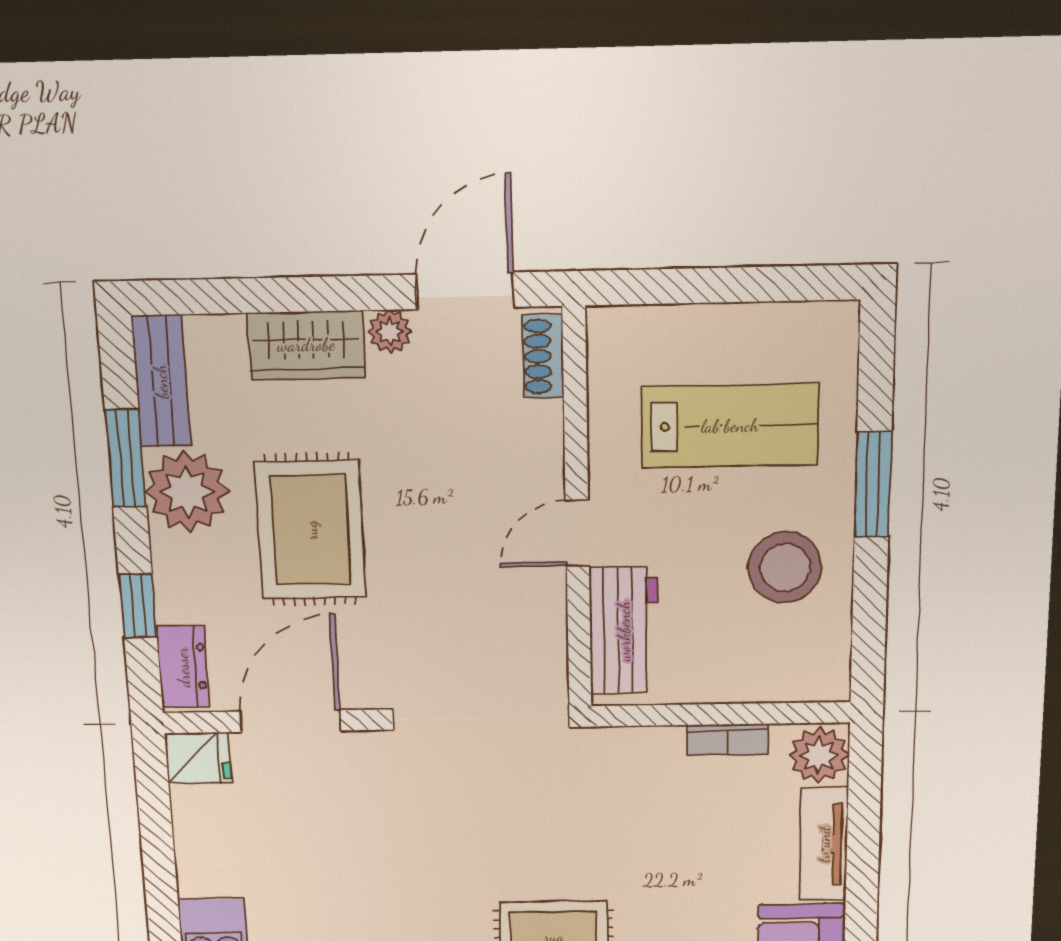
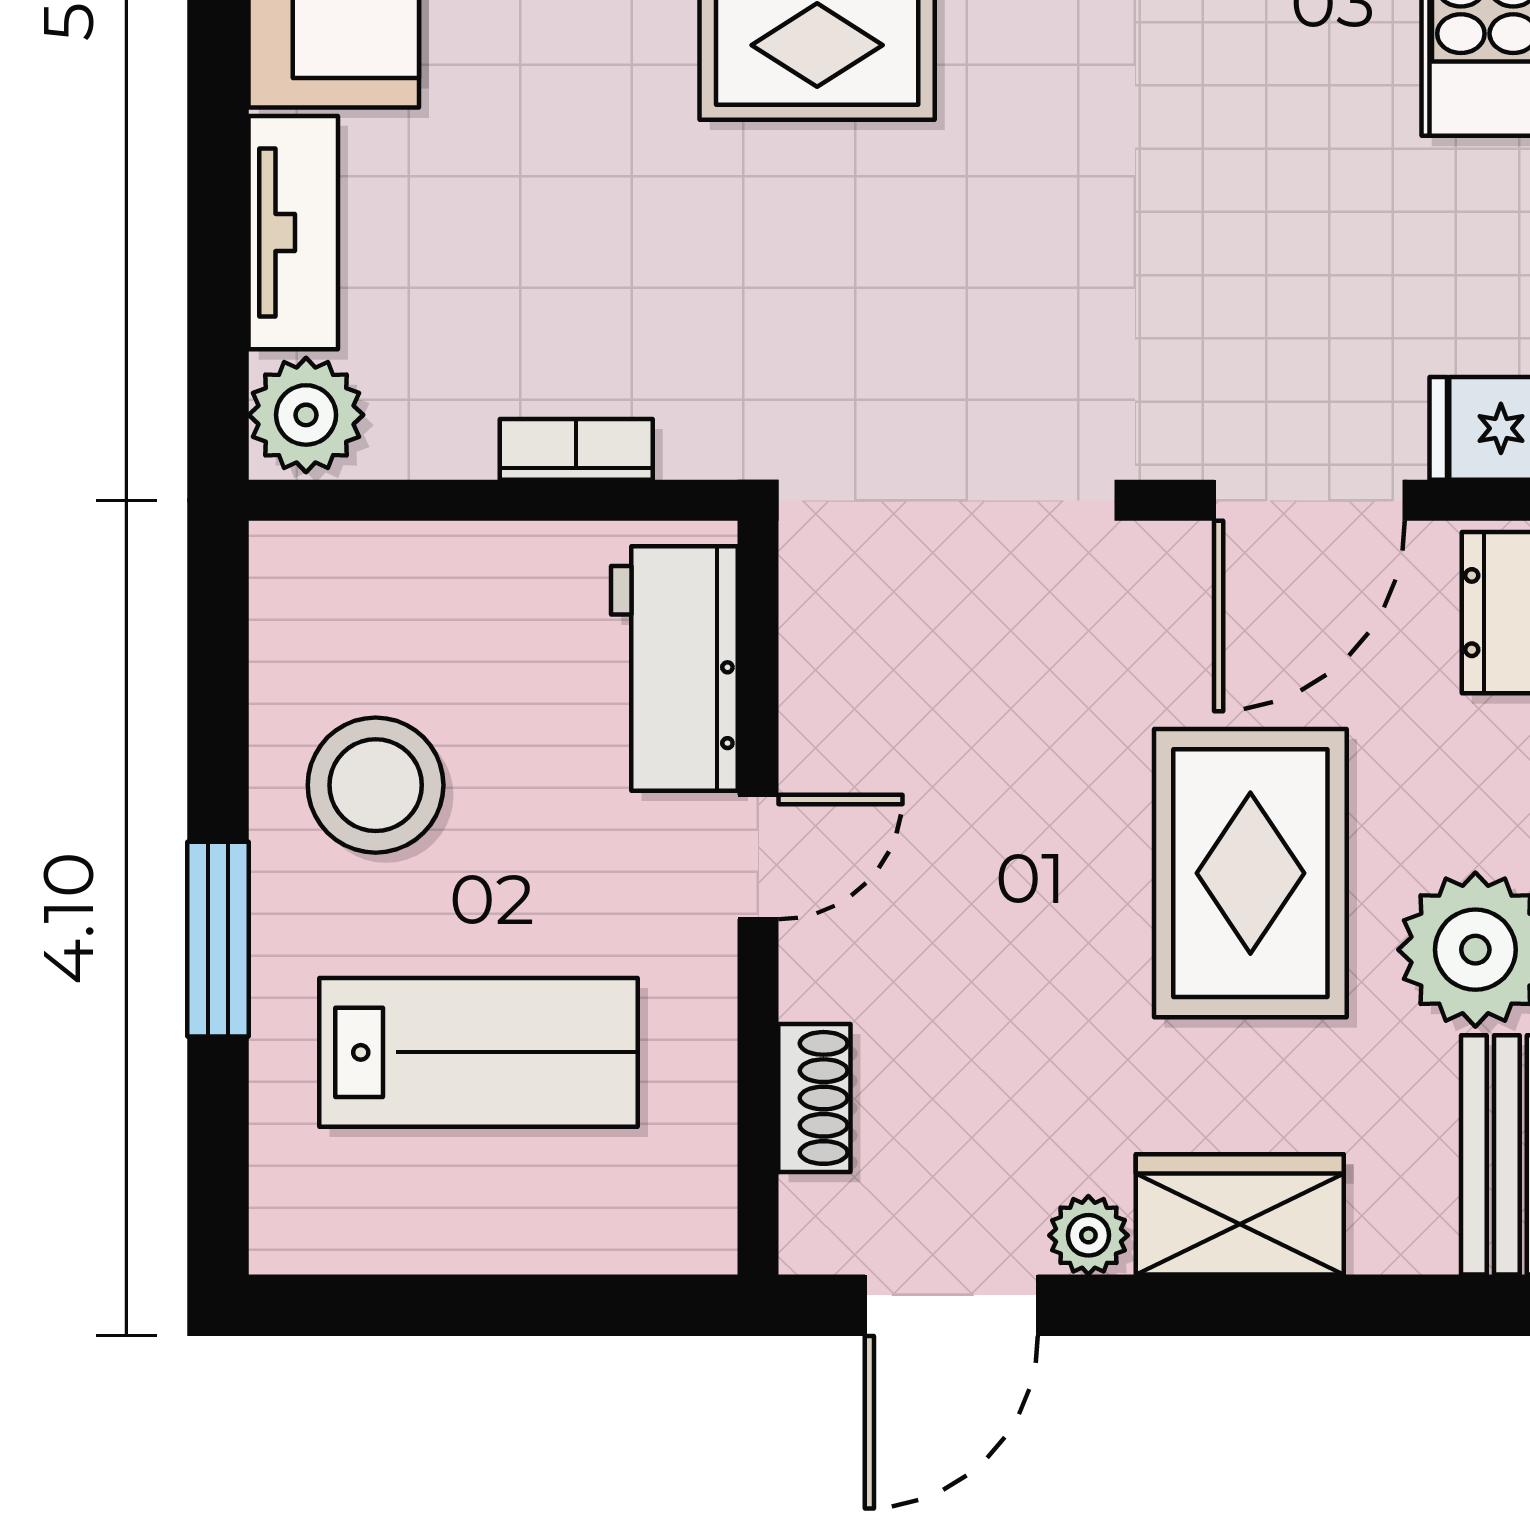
shoe rack: (543, 356) -> (814, 1098), moved
lab bench: (730, 426) -> (478, 1052), turned 180
bookcase: (727, 740) -> (576, 449), moved

